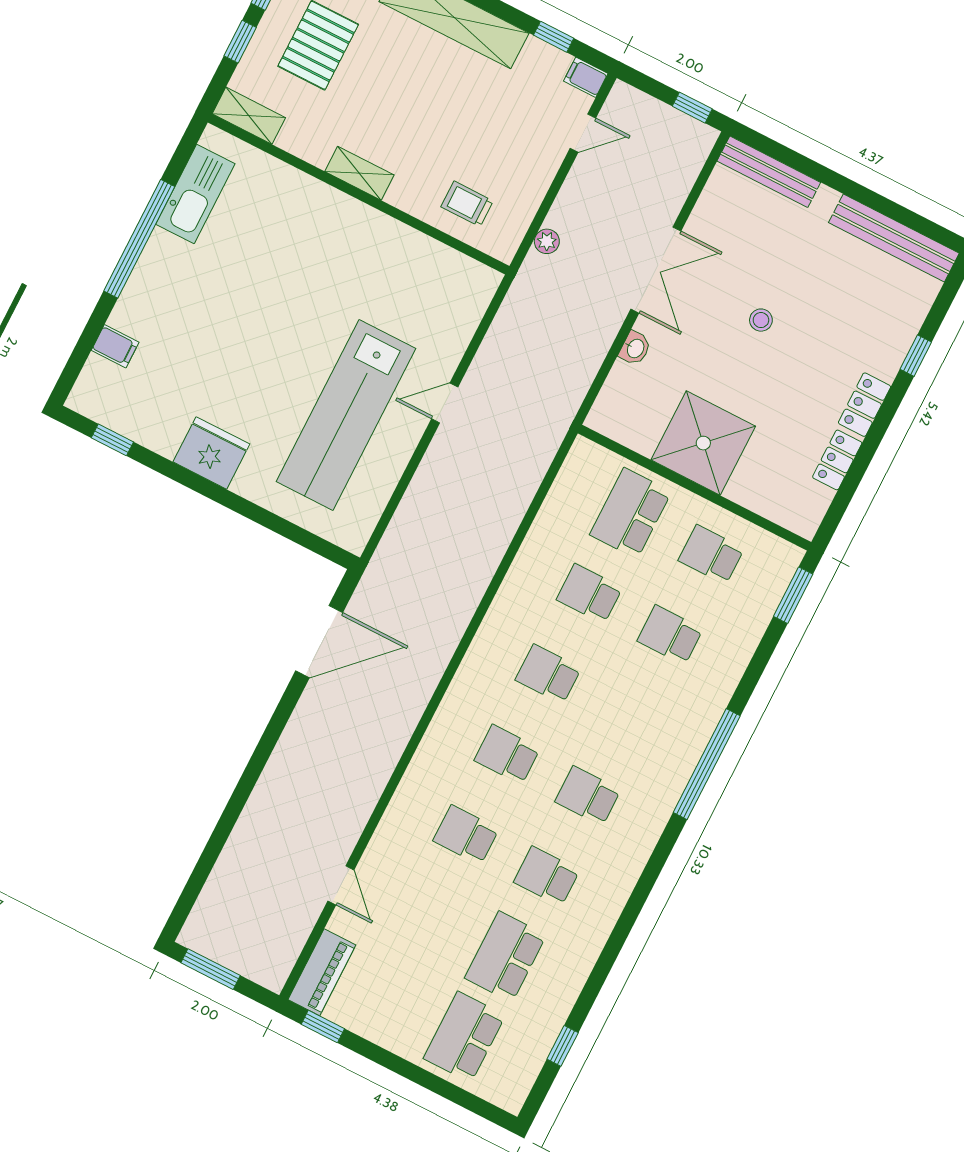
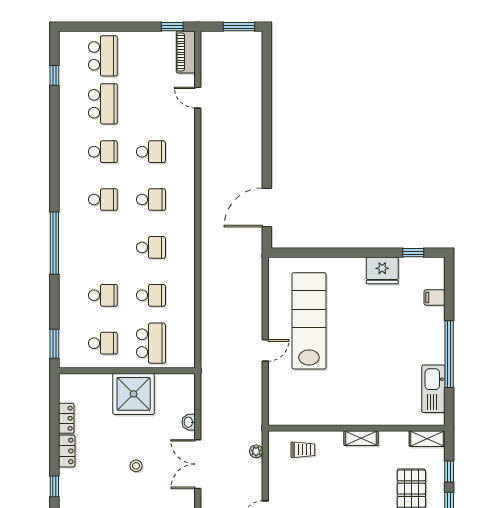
fridge: (211, 453) -> (382, 270), moved

